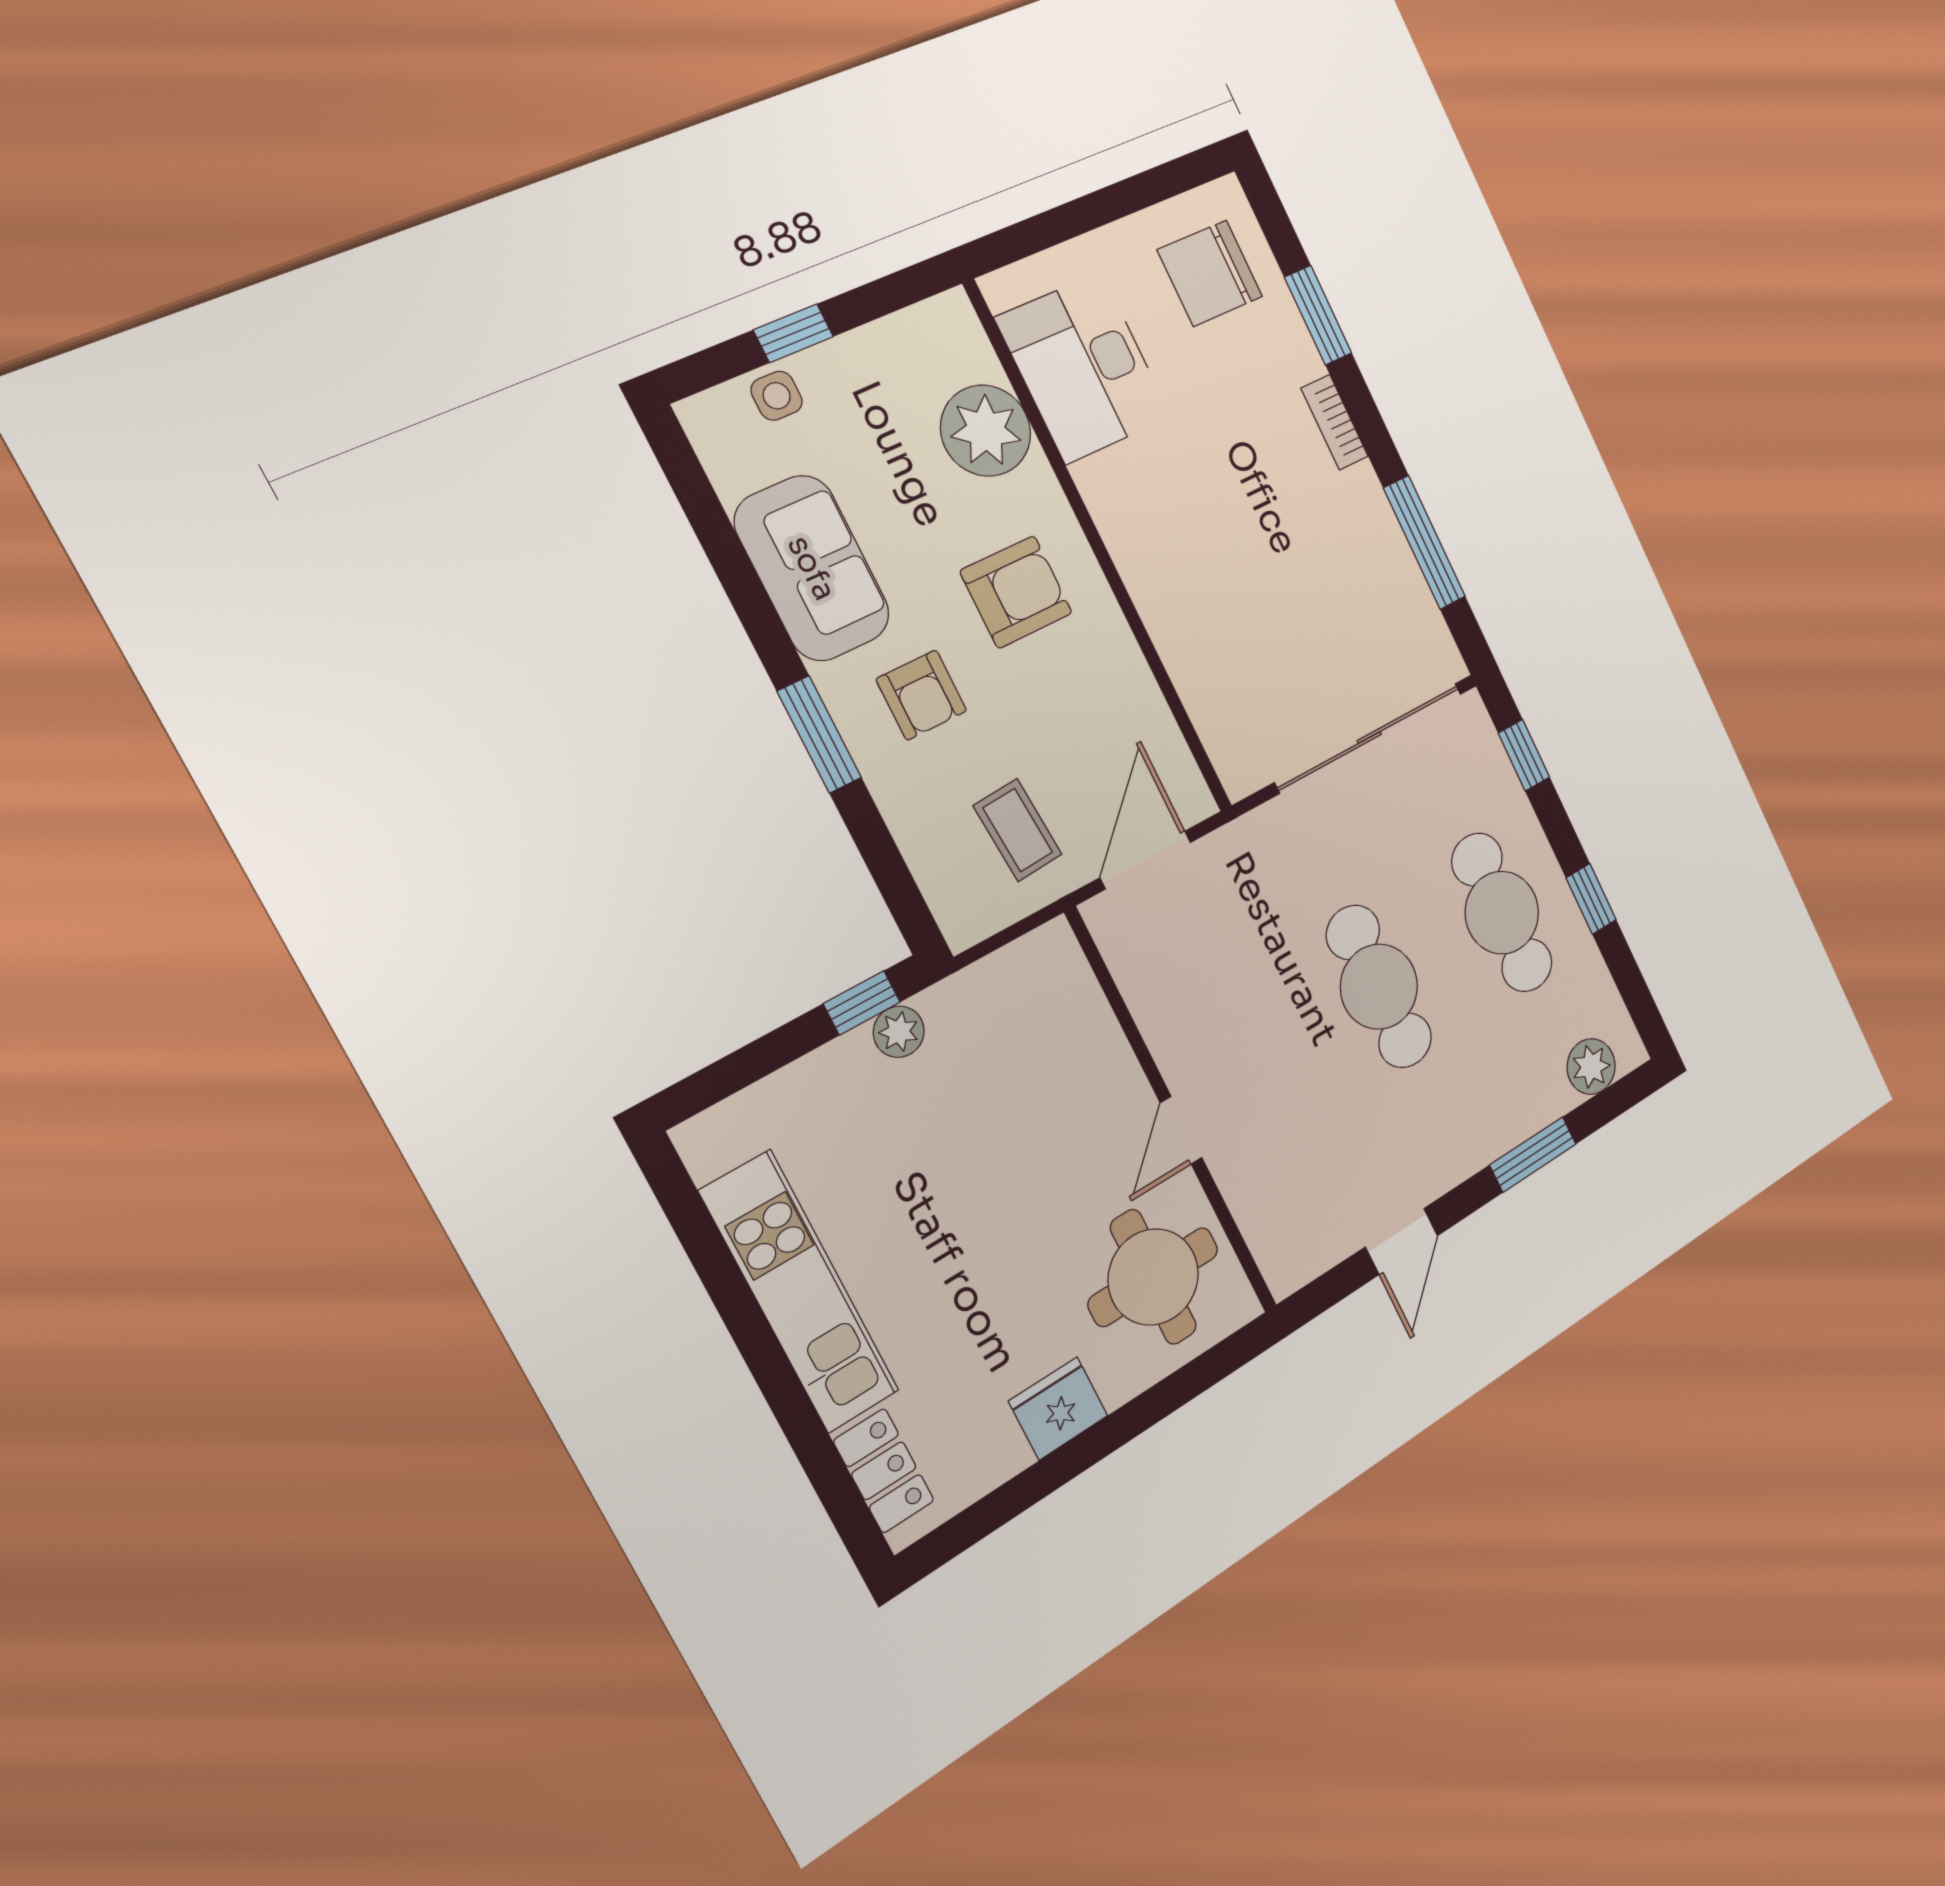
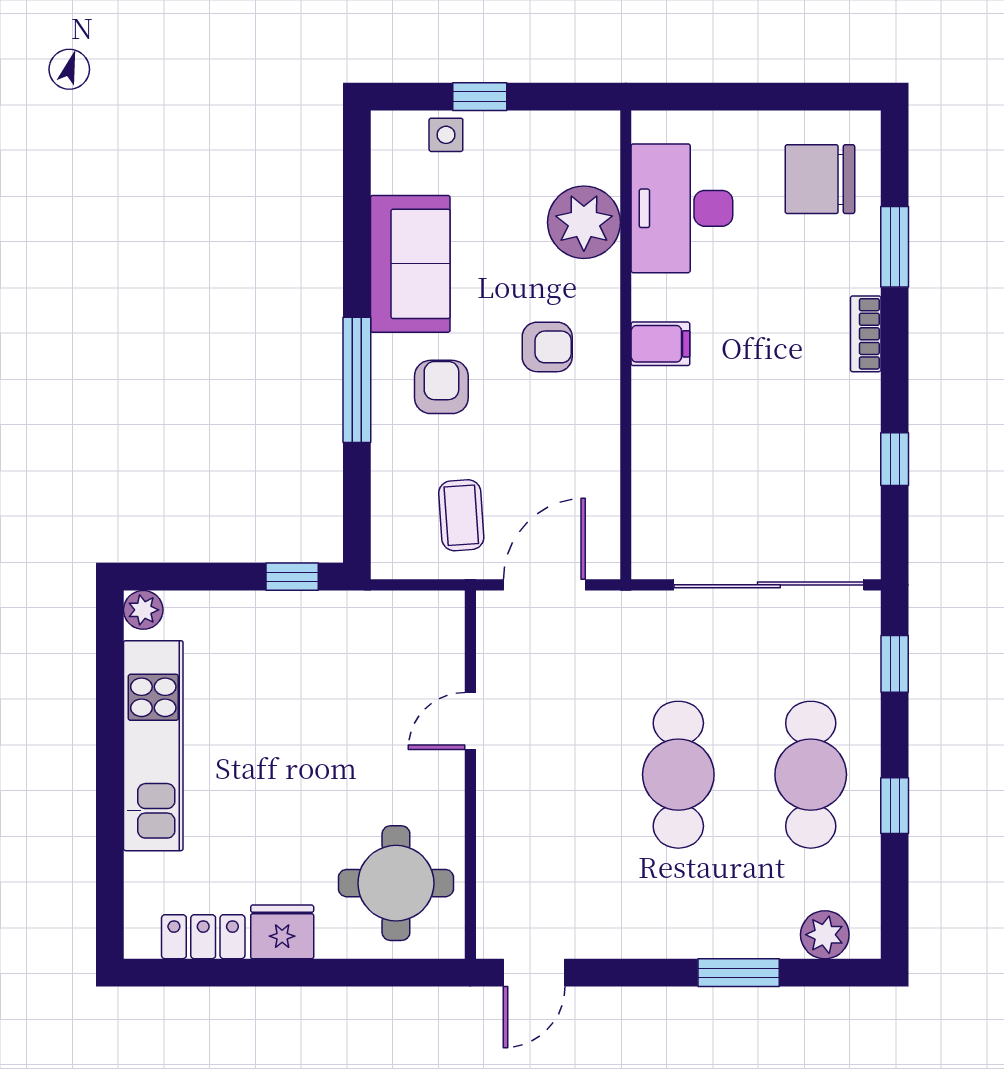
filing cabinet: (1135, 531) -> (660, 344), added
window: (1424, 542) -> (895, 459), width x0.46
armchair: (1016, 592) -> (547, 347), width x0.72, depth x0.72
armchair: (921, 695) -> (441, 387), turned 180
window: (819, 735) -> (357, 380), width x1.44
plant: (899, 1032) -> (143, 610), moved
door: (1181, 1130) -> (470, 721), moved
door: (1402, 1241) -> (534, 973), moved
locker: (884, 1471) -> (203, 937), moved, turned -90

